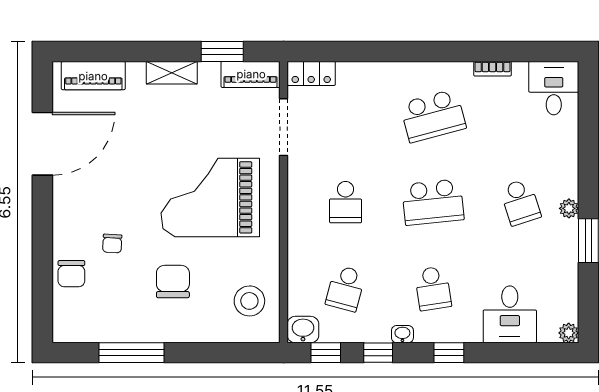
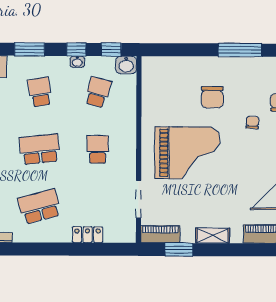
locker: (311, 73) -> (88, 235), moved
stool: (249, 301) -> (162, 84), removed
washbasin: (402, 334) -> (77, 62), moved
window: (449, 353) -> (29, 49), width x1.50

